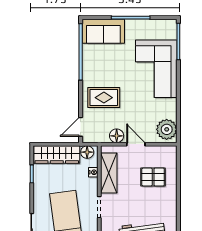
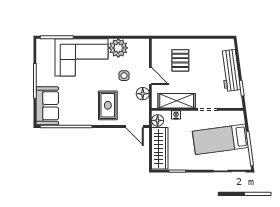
side table: (136, 115) -> (124, 76), added
plant: (167, 129) -> (118, 48), moved
door: (136, 144) -> (150, 76), swing flipped

